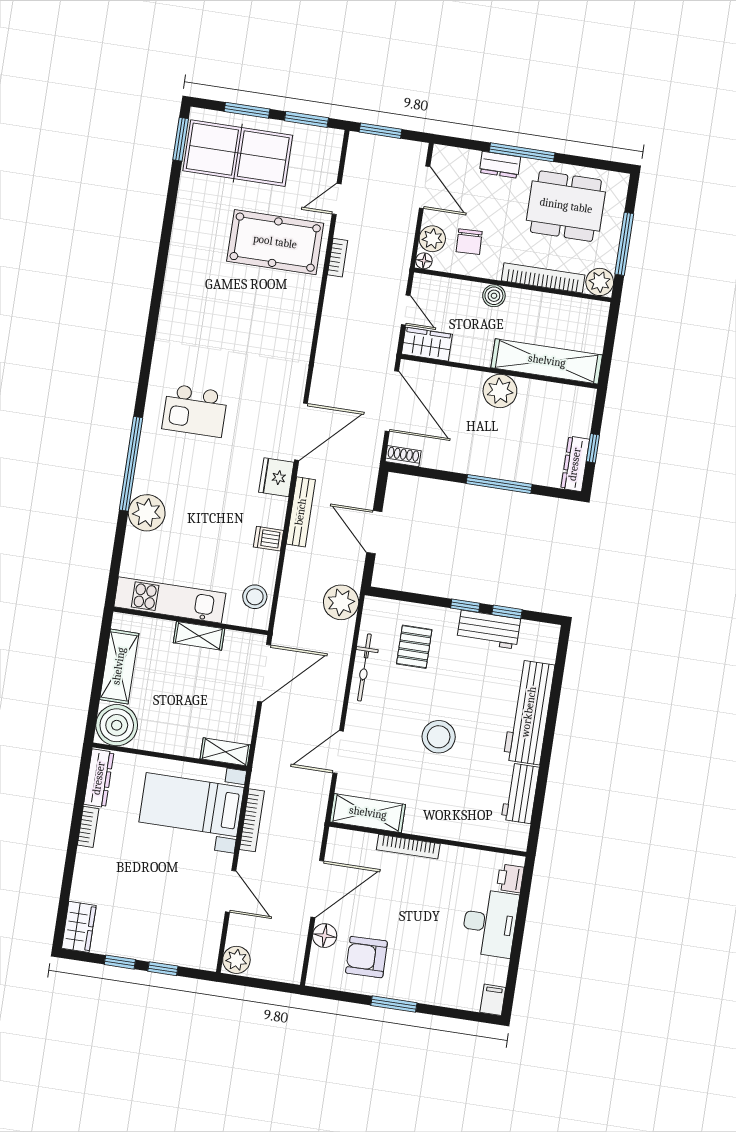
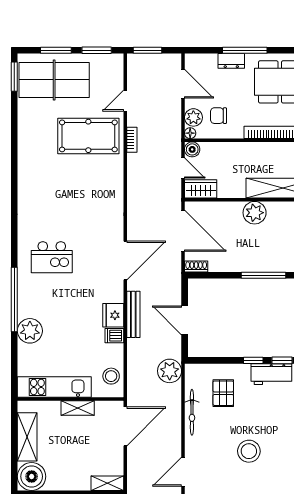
chair: (469, 242) -> (219, 116), turned 92
boiler: (494, 296) -> (192, 149), moved
fridge: (276, 477) -> (113, 315), moved

